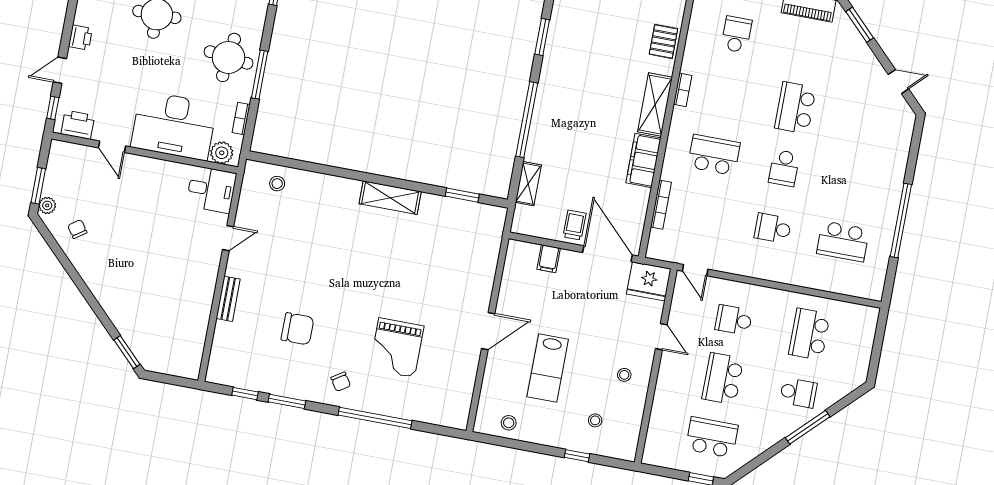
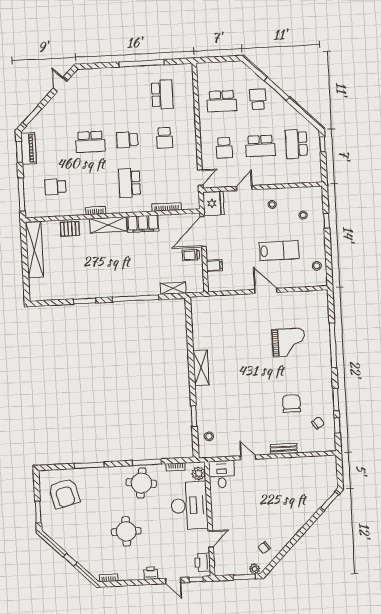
school desk: (784, 168) -> (127, 140), turned 180
window: (462, 195) -> (194, 416), moved
chair: (341, 382) -> (318, 423), moved

